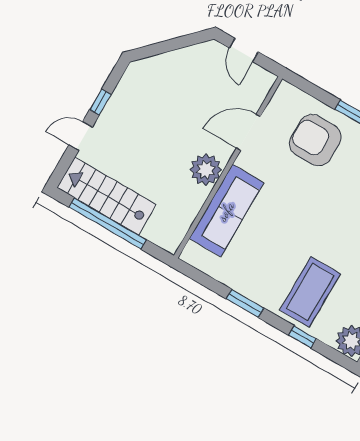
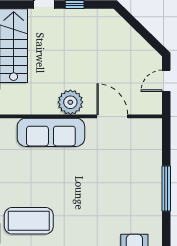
armchair: (315, 140) -> (133, 165), removed

